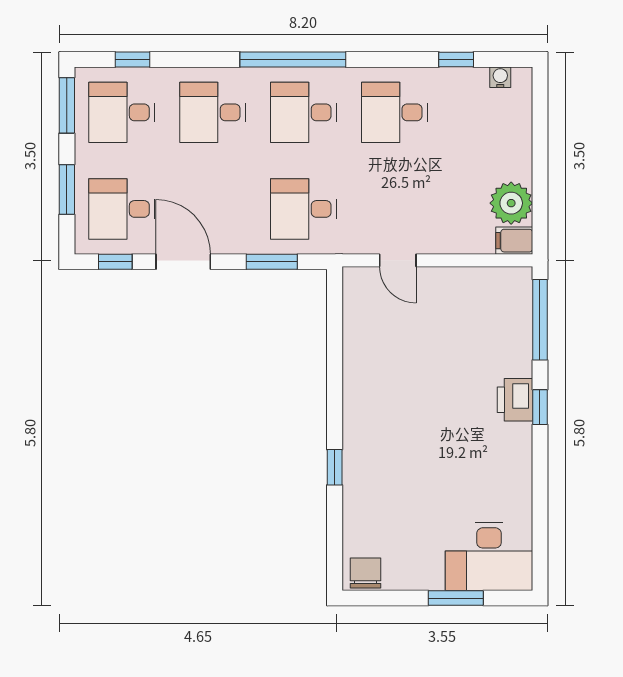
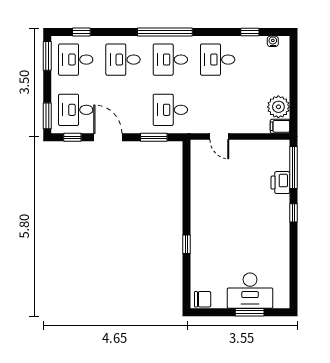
window: (67, 190) -> (47, 116), moved
printer: (515, 400) -> (280, 183), moved
desk: (489, 556) -> (250, 291), moved
chair: (366, 573) -> (203, 299), turned 90

